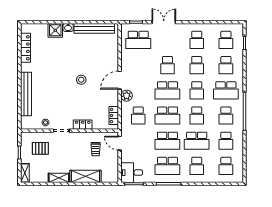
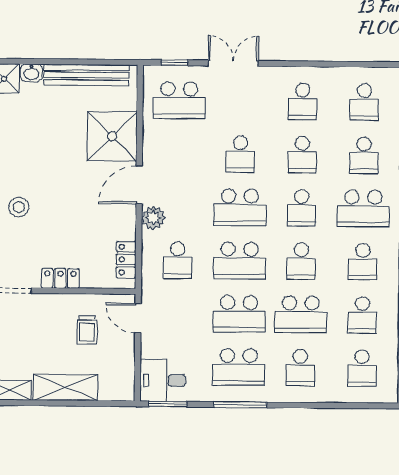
shower: (107, 57) -> (112, 136), added
stool: (81, 80) -> (19, 207), moved

